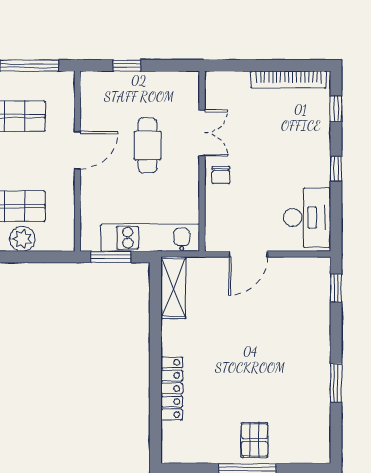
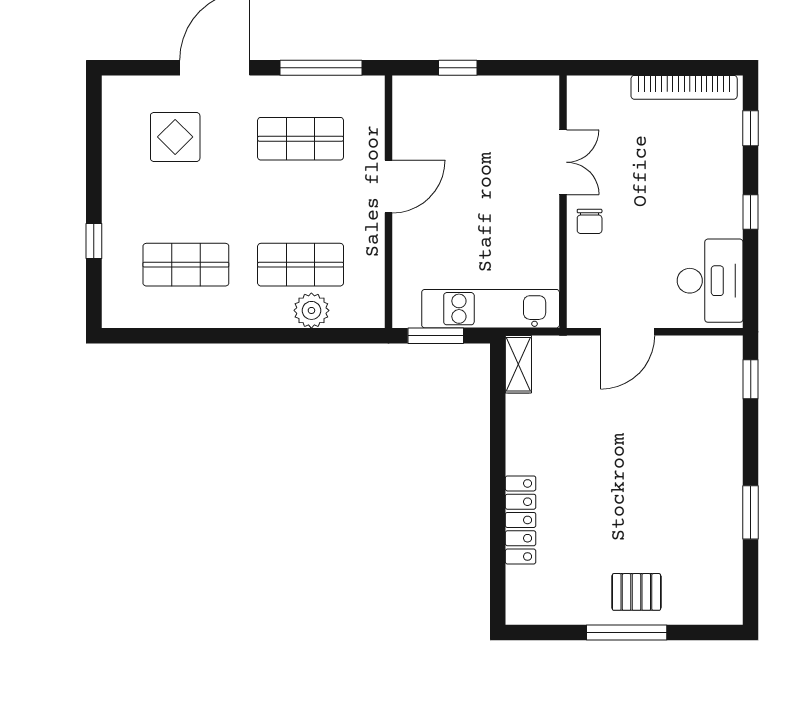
cafe table: (148, 145) -> (487, 180), removed
shelving: (173, 288) -> (518, 364), width x0.67, depth x0.75
pallet: (254, 440) -> (636, 592), turned 90

